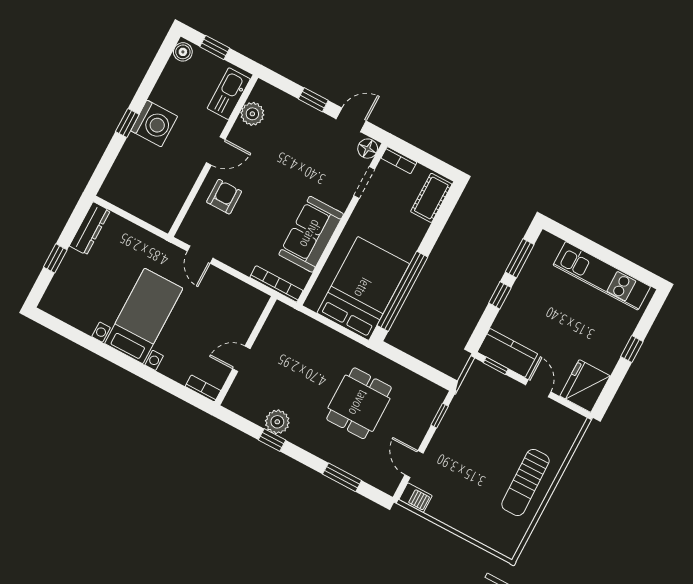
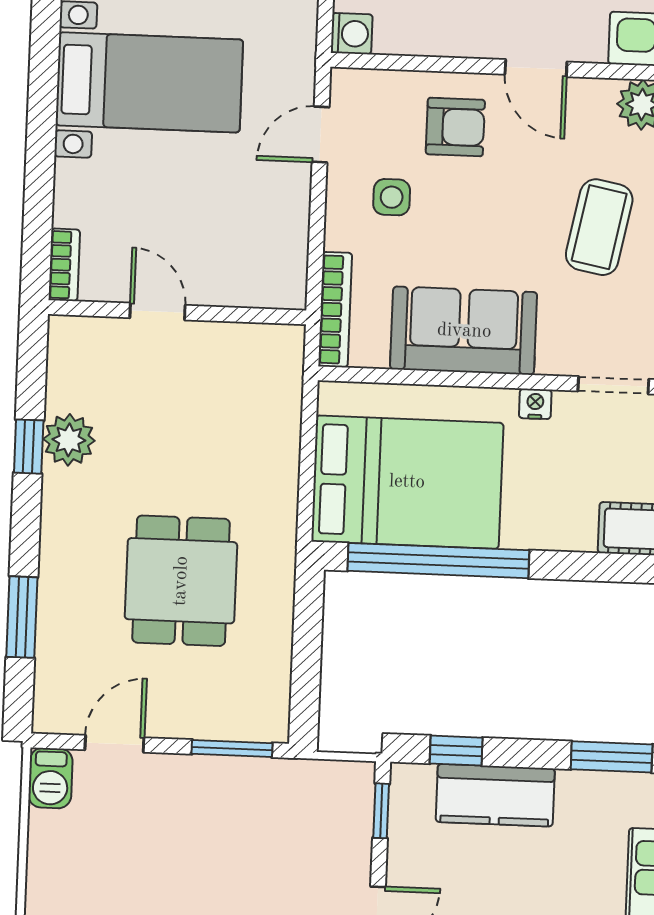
coffee table: (295, 157) -> (599, 227), added
nightstand: (356, 219) -> (535, 404), added
washing machine: (164, 221) -> (352, 34), added
side table: (241, 238) -> (392, 197), added
window: (500, 295) -> (456, 751), moved
kitchen counter: (507, 353) -> (495, 795), moved, turned 90
dining table: (359, 403) -> (181, 581), turned 90
window: (440, 416) -> (232, 748), width x1.50

